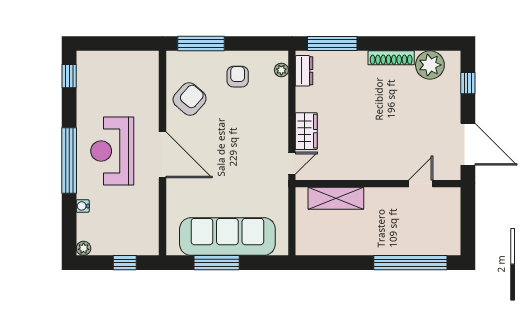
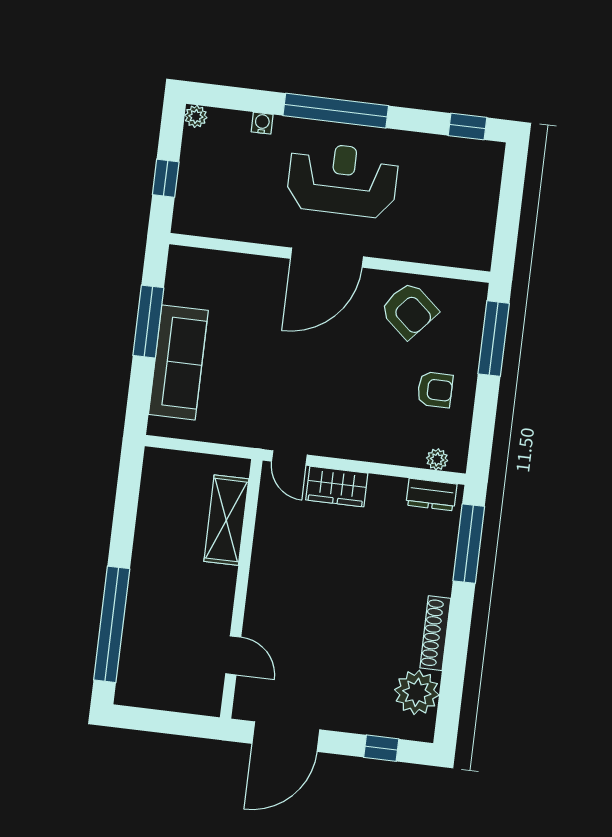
sofa: (227, 237) -> (178, 362), width x0.74, depth x0.79

